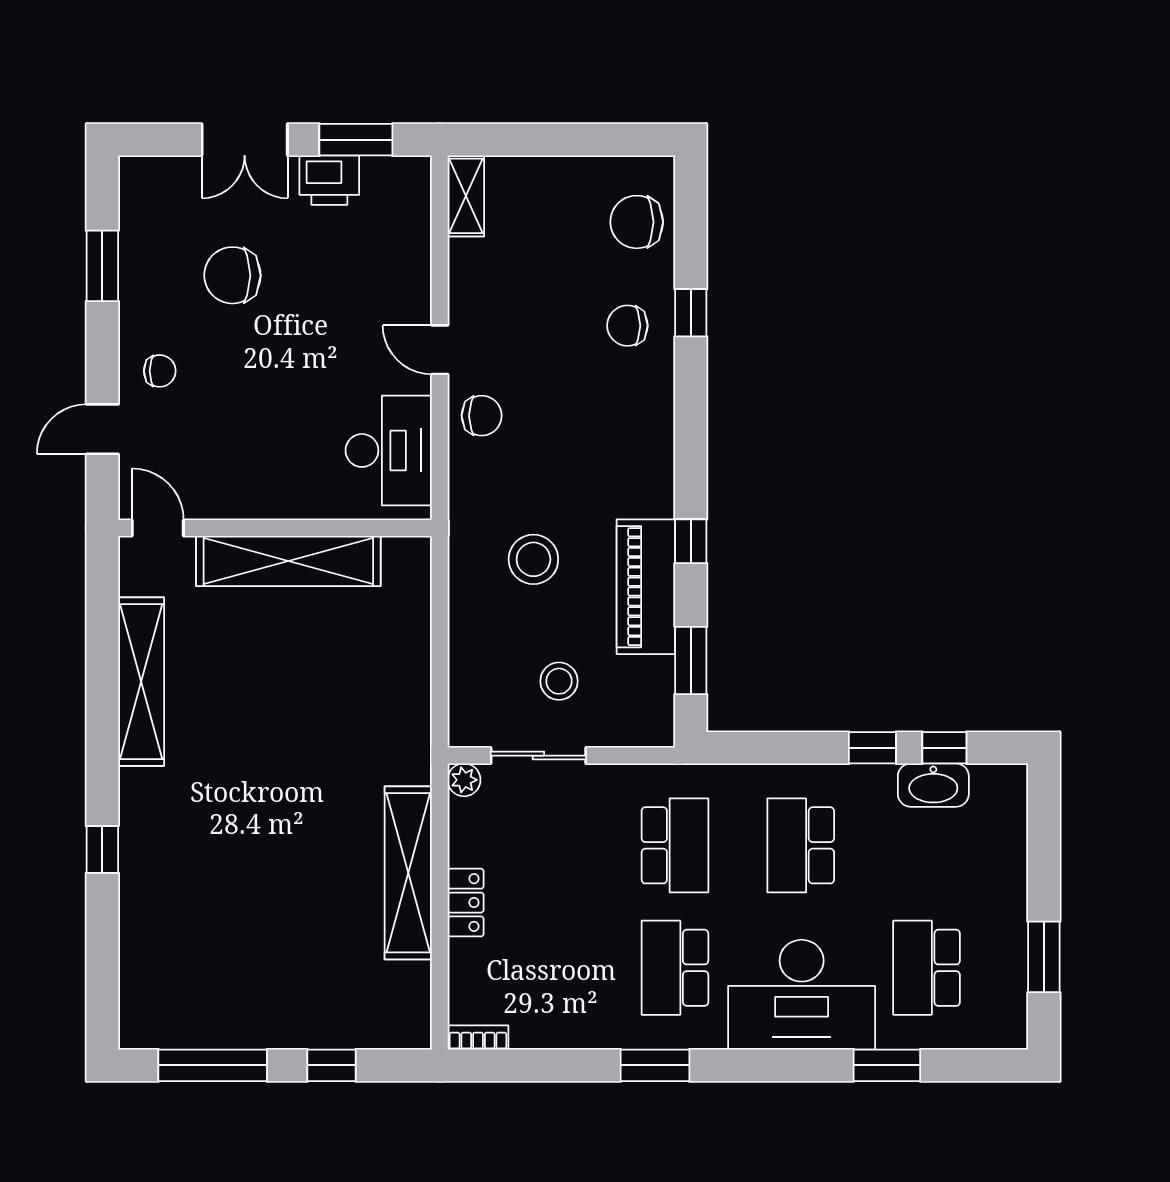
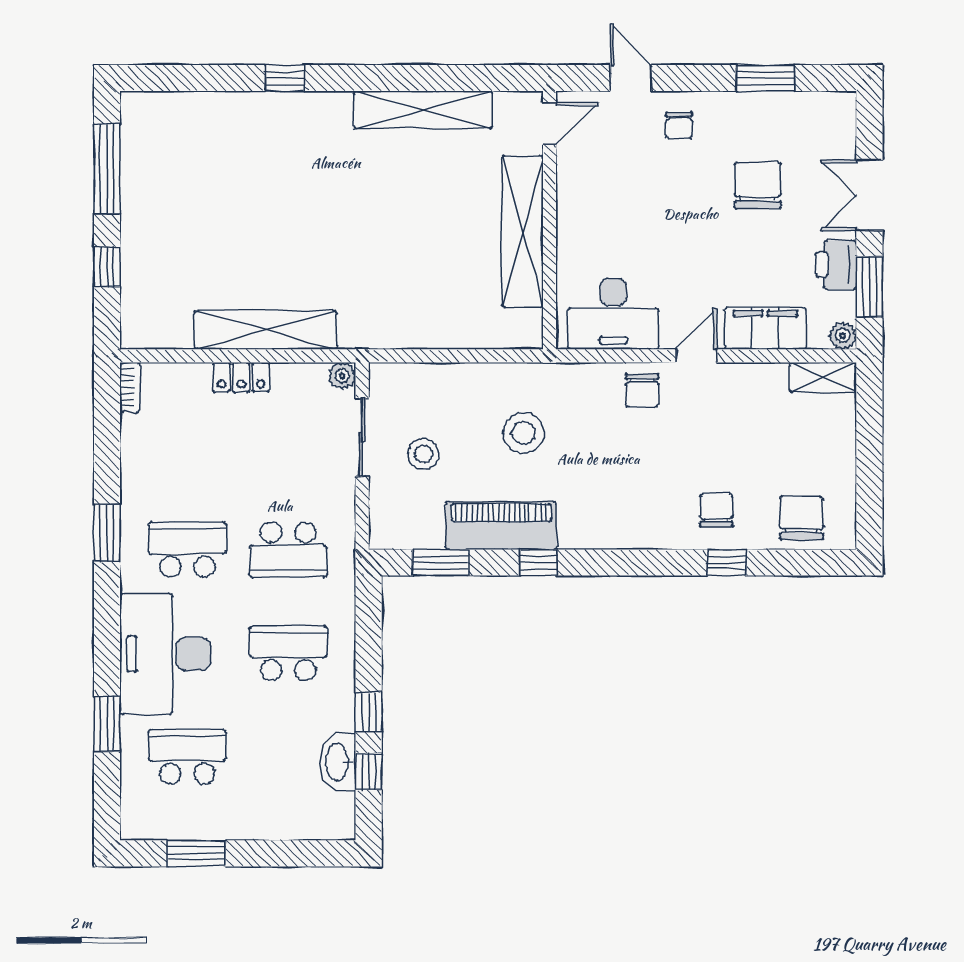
plant: (415, 172) -> (843, 336), added
filing cabinet: (406, 266) -> (765, 328), added

